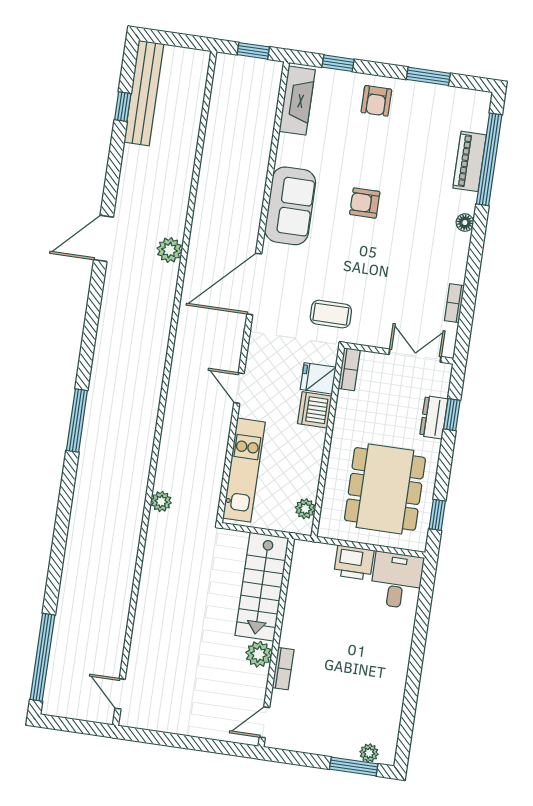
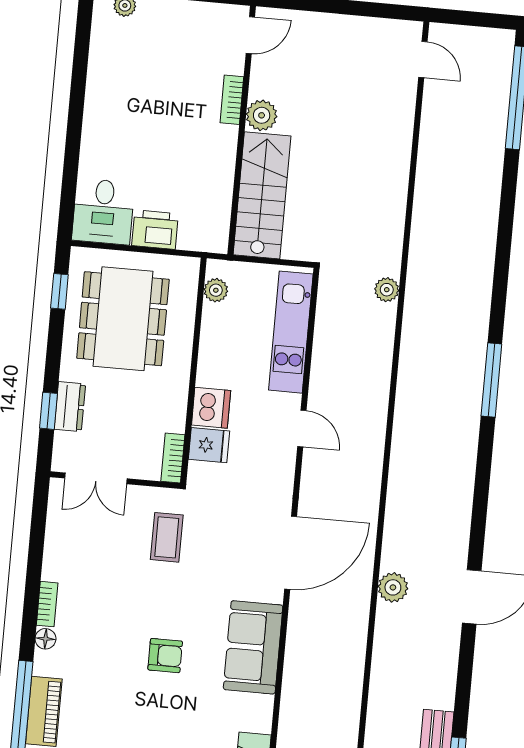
bookcase: (454, 303) -> (47, 604), moved
coffee table: (331, 314) -> (167, 537), moved, turned 90

